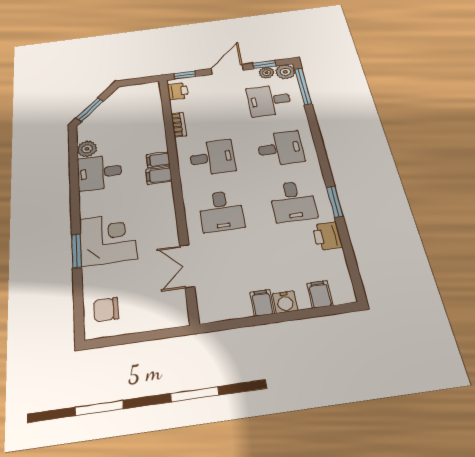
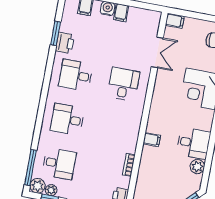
desk: (212, 158) -> (115, 128), removed
filing cabinet: (159, 175) -> (175, 21), moved
desk: (293, 201) -> (76, 75), turned -90
window: (335, 202) -> (56, 33), moved

